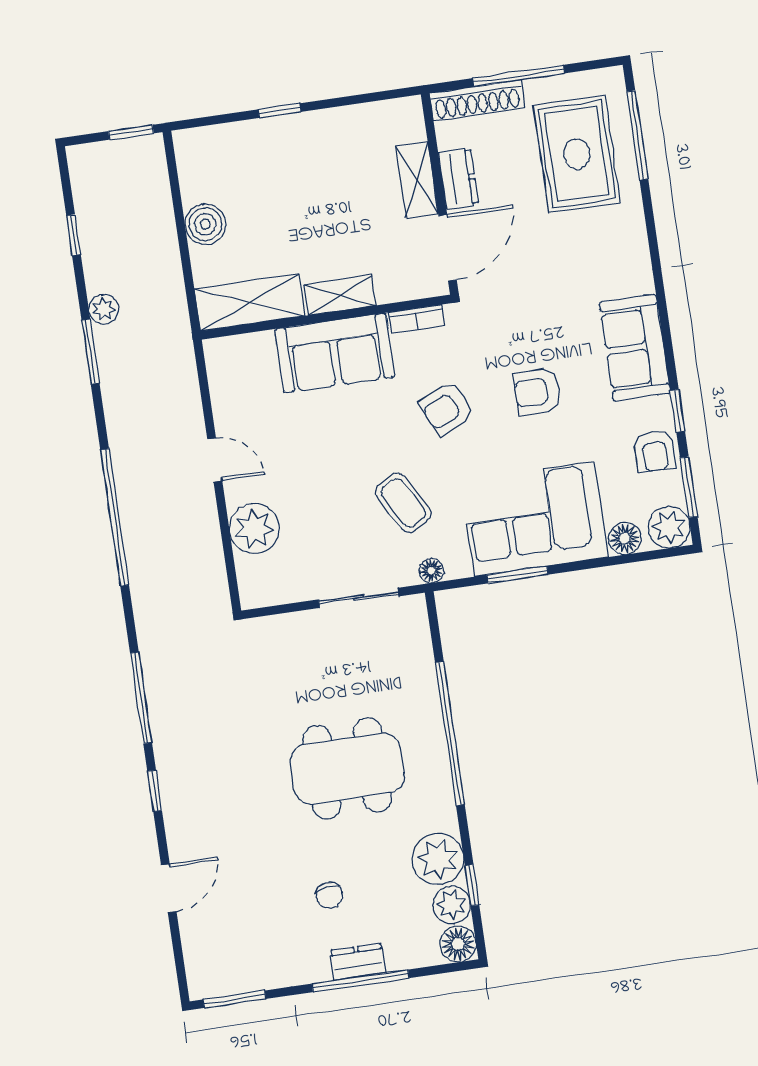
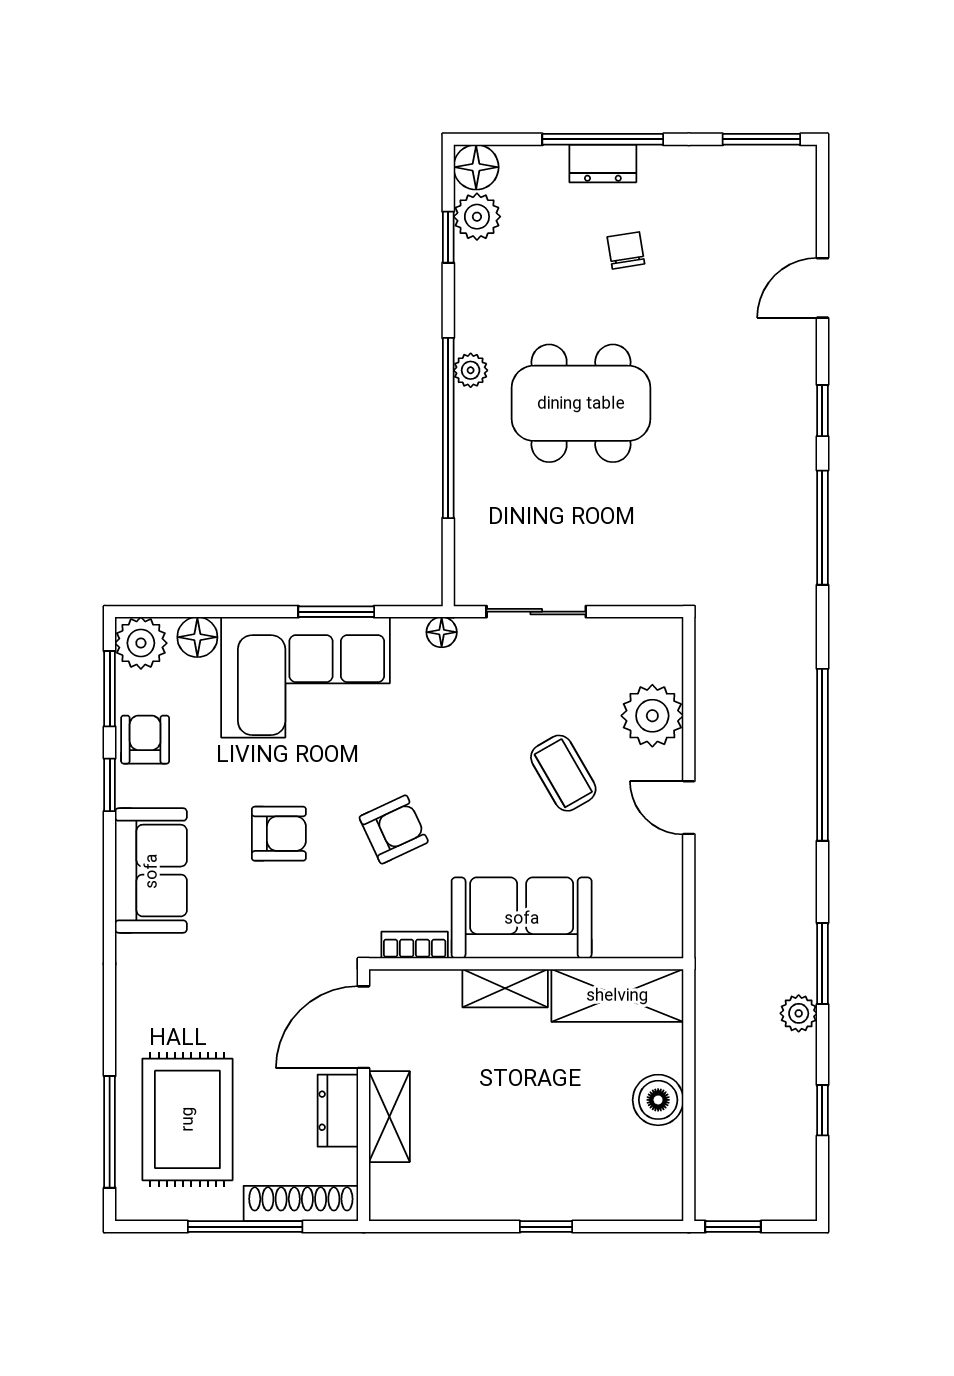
coffee table: (403, 503) -> (563, 773), moved
plant: (438, 859) -> (471, 370), moved, width x0.53, depth x0.53

